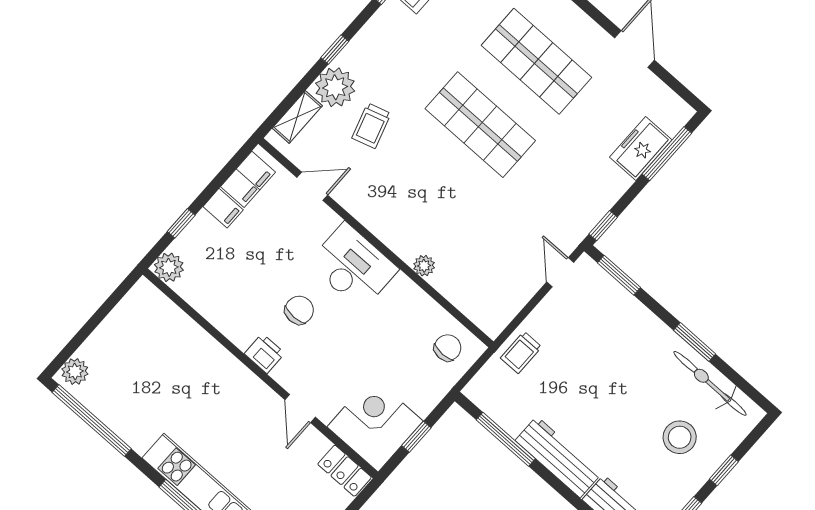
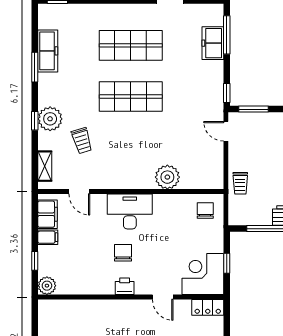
plant: (335, 87) -> (50, 119), moved
door: (312, 186) -> (79, 192), swing flipped
plant: (424, 266) -> (167, 177), width x1.88, depth x1.88

